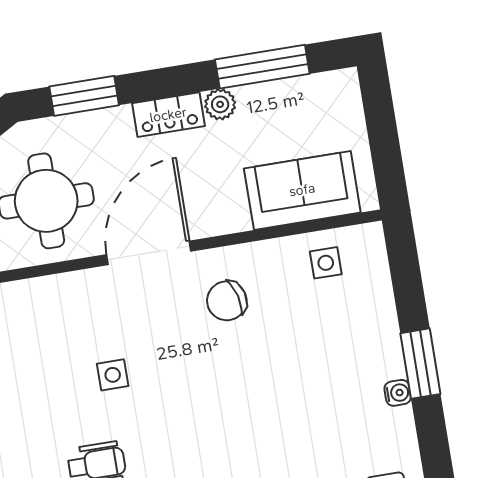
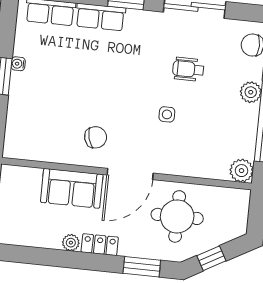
window: (262, 67) -> (43, 257), removed
sofa: (302, 190) -> (72, 188), moved
side table: (326, 263) -> (38, 143), removed

